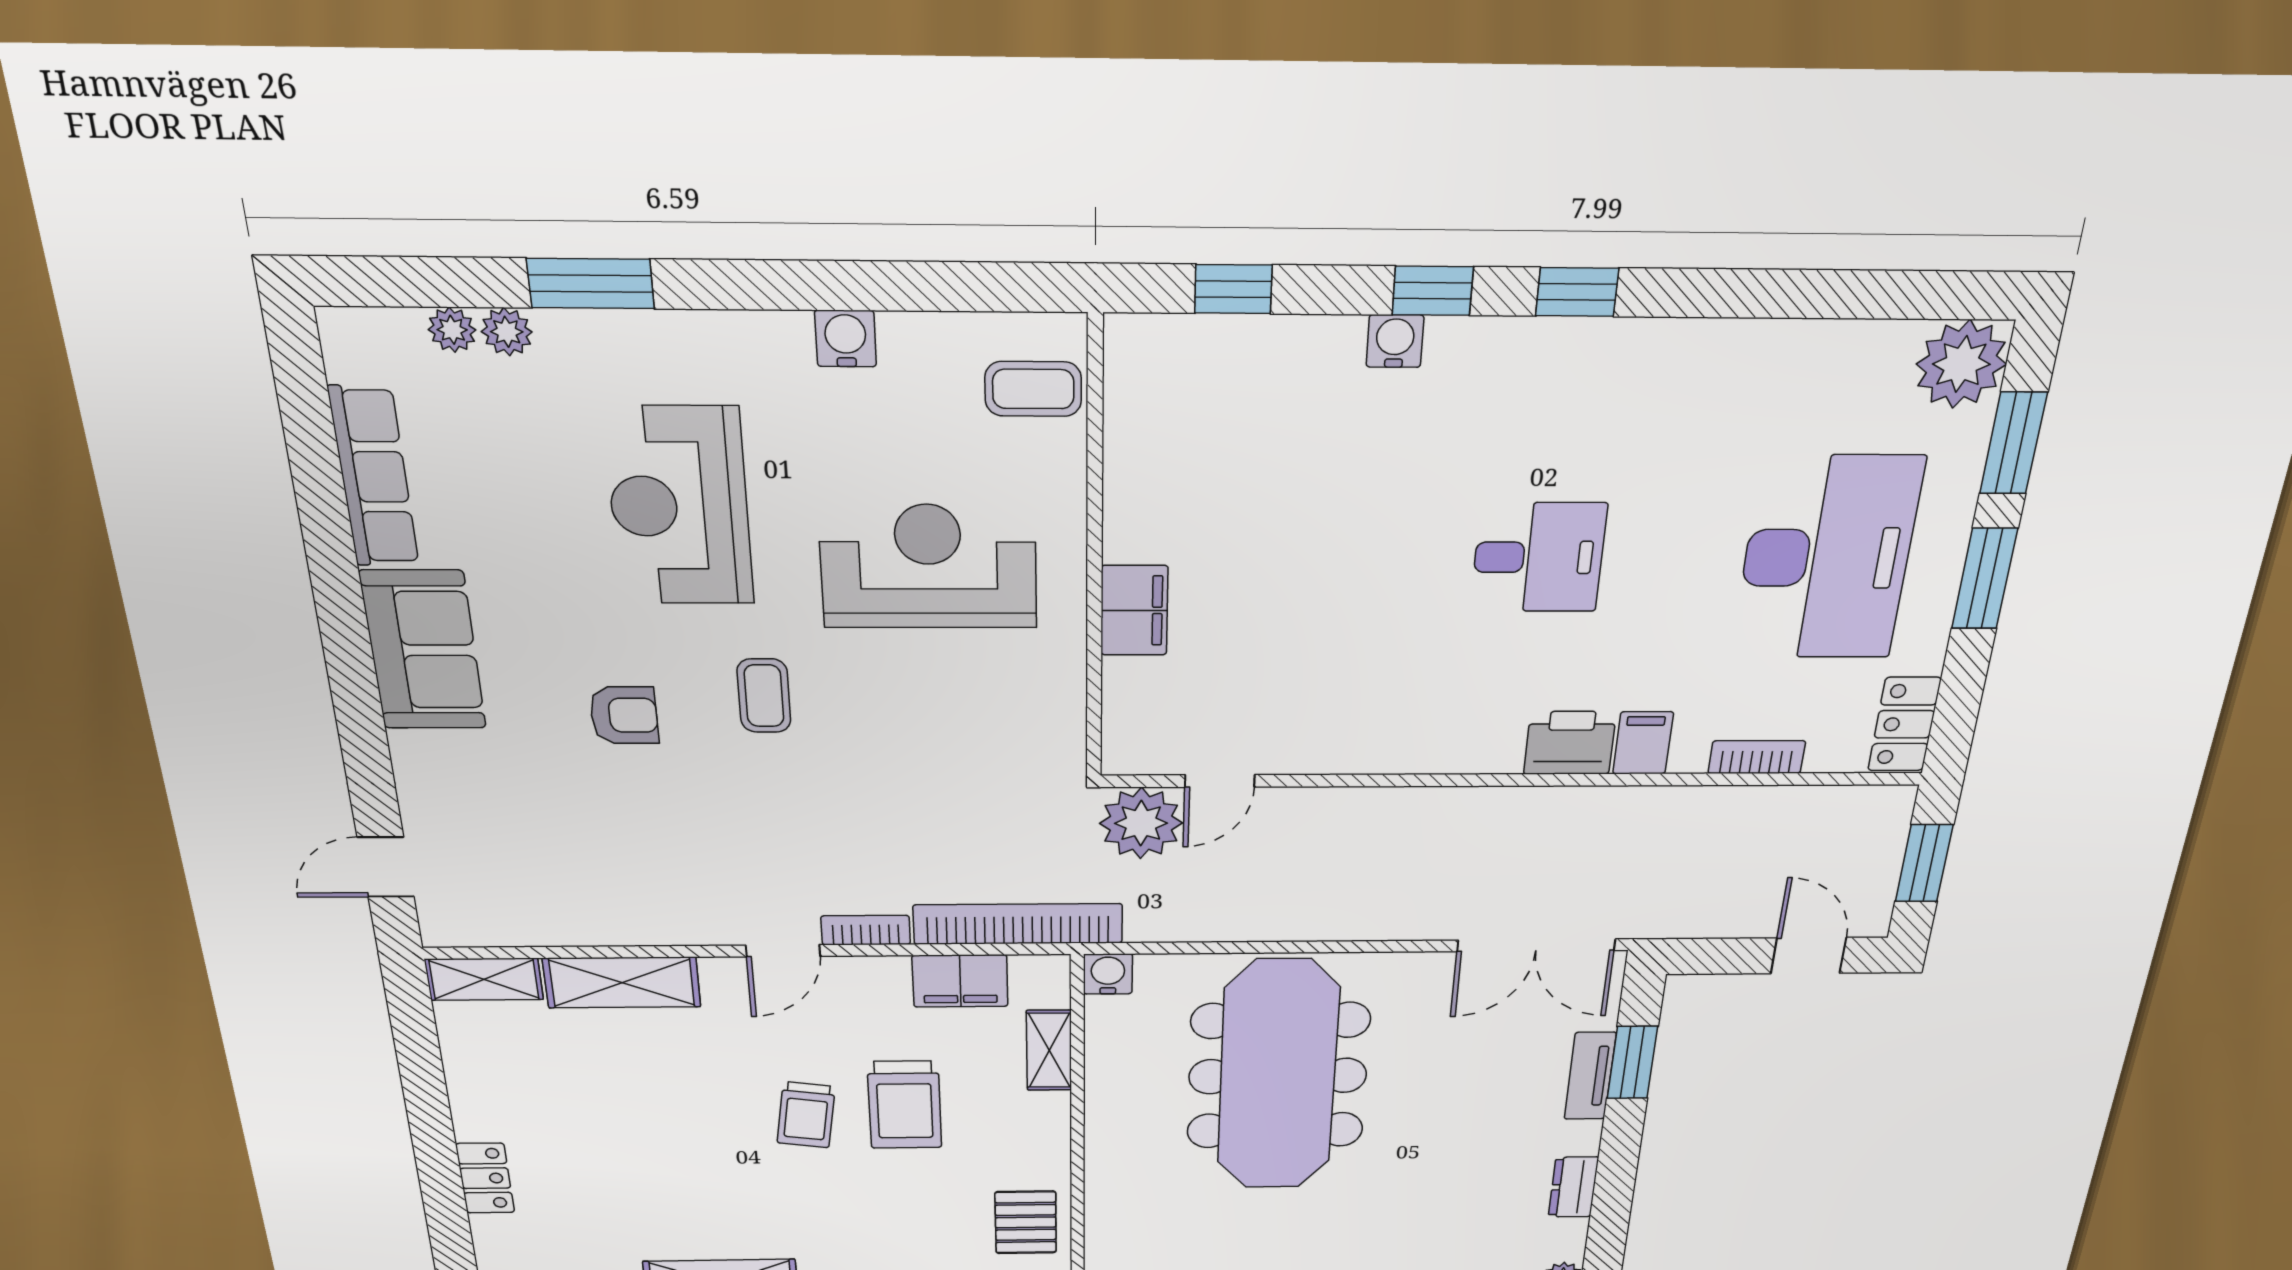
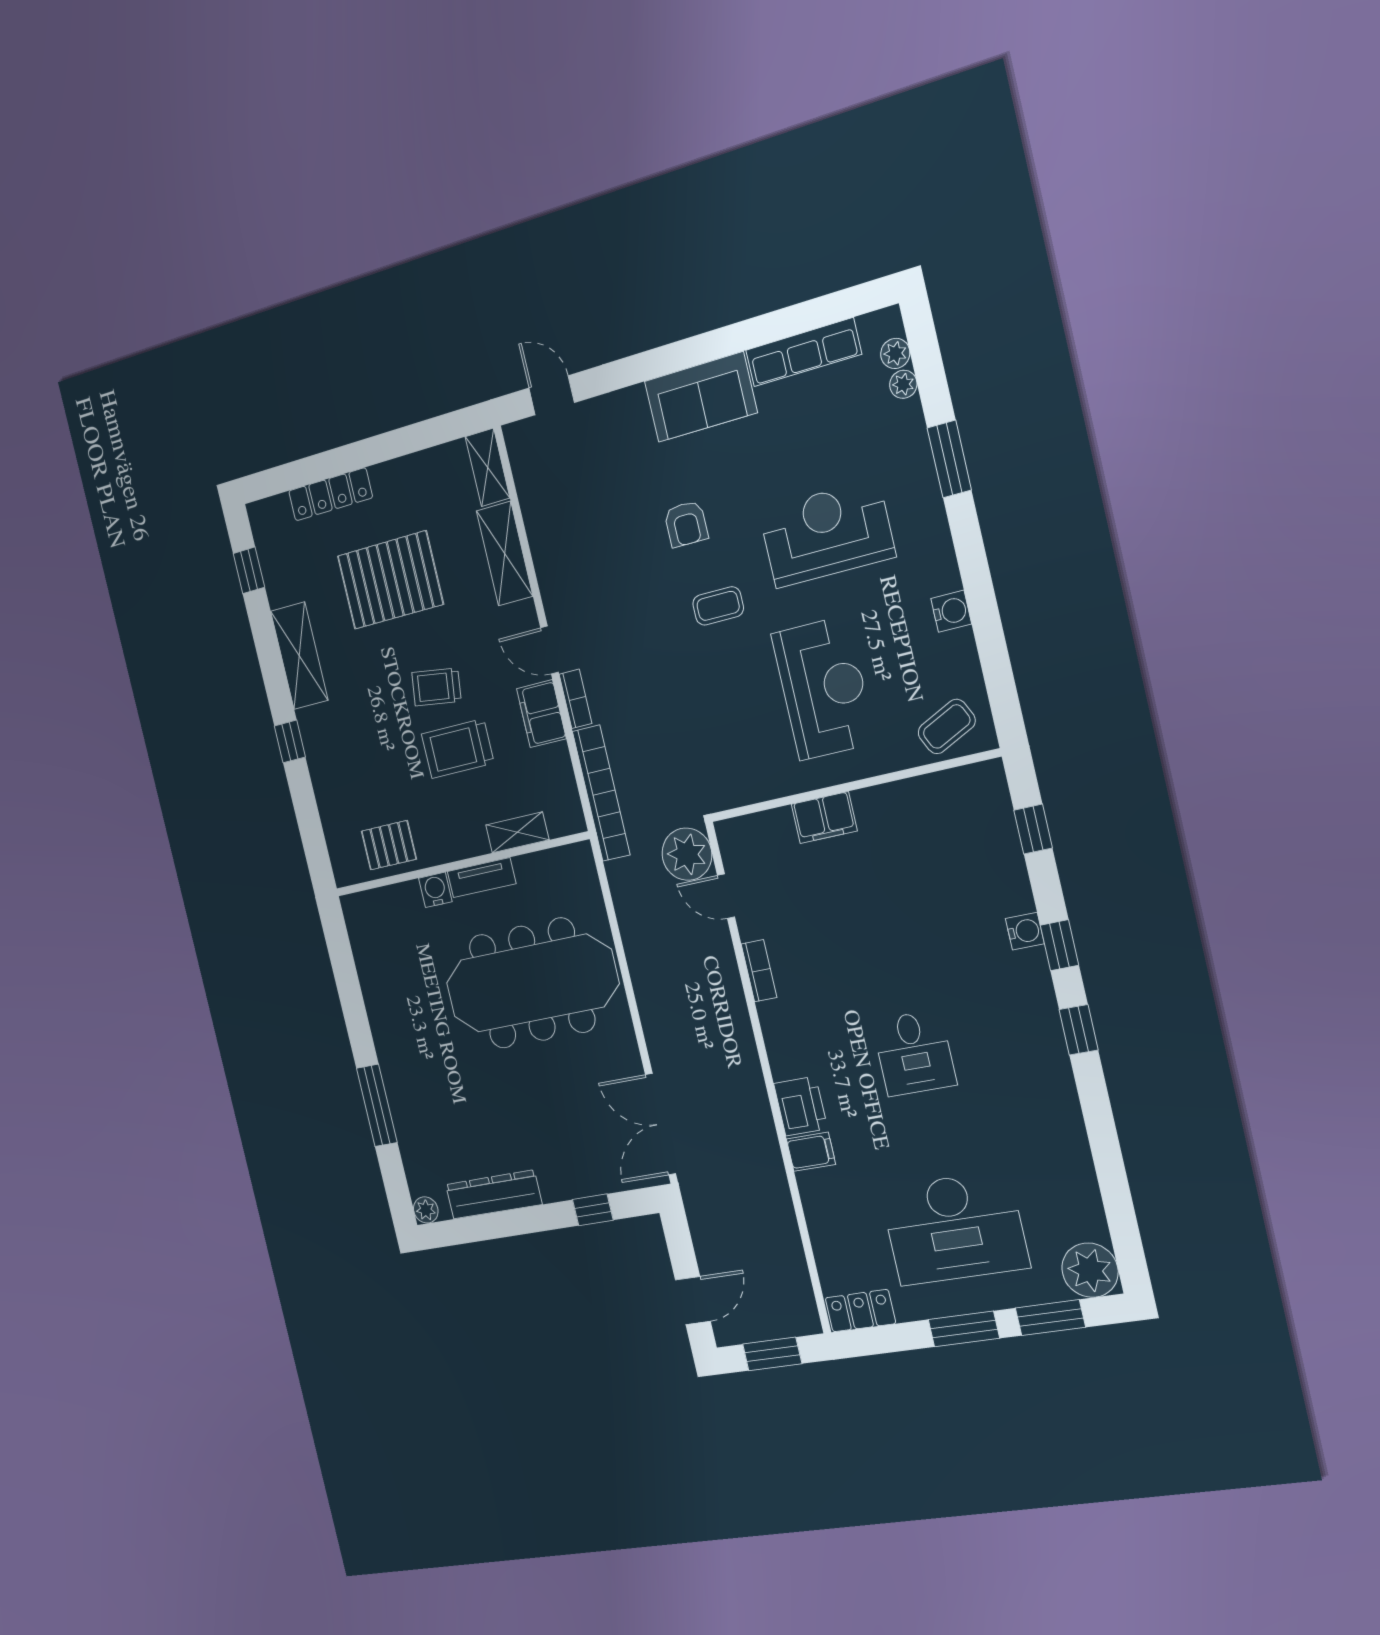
plant: (507, 332) -> (895, 353), moved
coffee table: (1033, 389) -> (947, 726), turned 64
bookcase: (1757, 757) -> (759, 971), moved
water cooler: (1108, 974) -> (435, 890), moved, turned -90
filing cabinet: (960, 981) -> (541, 714), moved
window: (1632, 1062) -> (593, 1210), width x0.67
tv unit: (1590, 1076) -> (482, 878), moved, turned 180
pallet: (632, 1144) -> (390, 580), added
locker: (485, 1178) -> (330, 494), width x1.53
dresser: (1573, 1187) -> (494, 1194), width x1.96, depth x1.24

